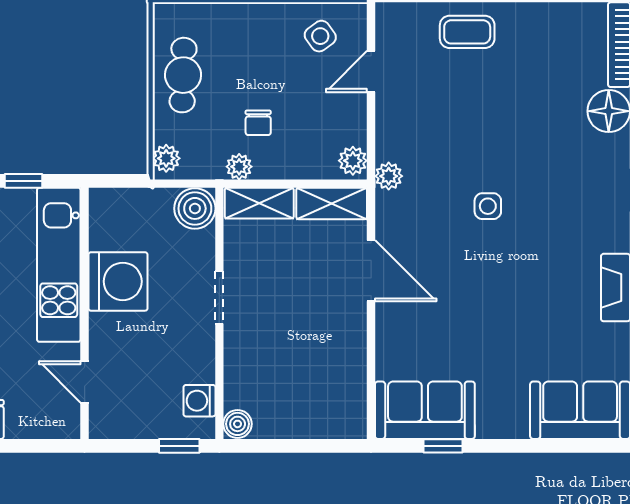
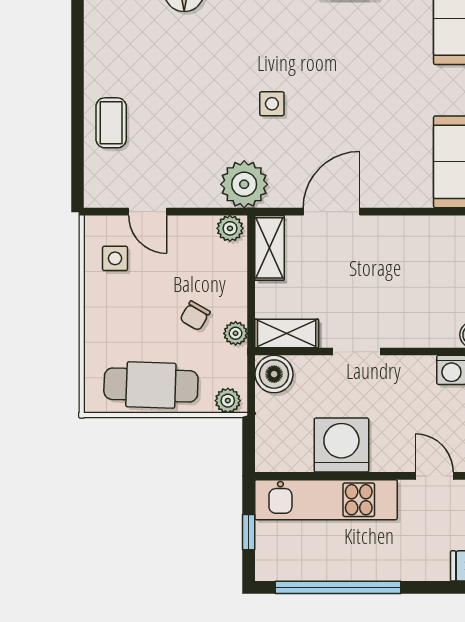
side table: (320, 36) -> (115, 258), turned 36
cafe table: (183, 75) -> (151, 385), width x1.37, depth x1.35
chair: (258, 123) -> (195, 316), turned 120
plant: (389, 176) -> (244, 184), width x1.87, depth x1.87
shelving: (259, 203) -> (287, 333), moved, turned 90
door: (85, 382) -> (434, 476), swing flipped

